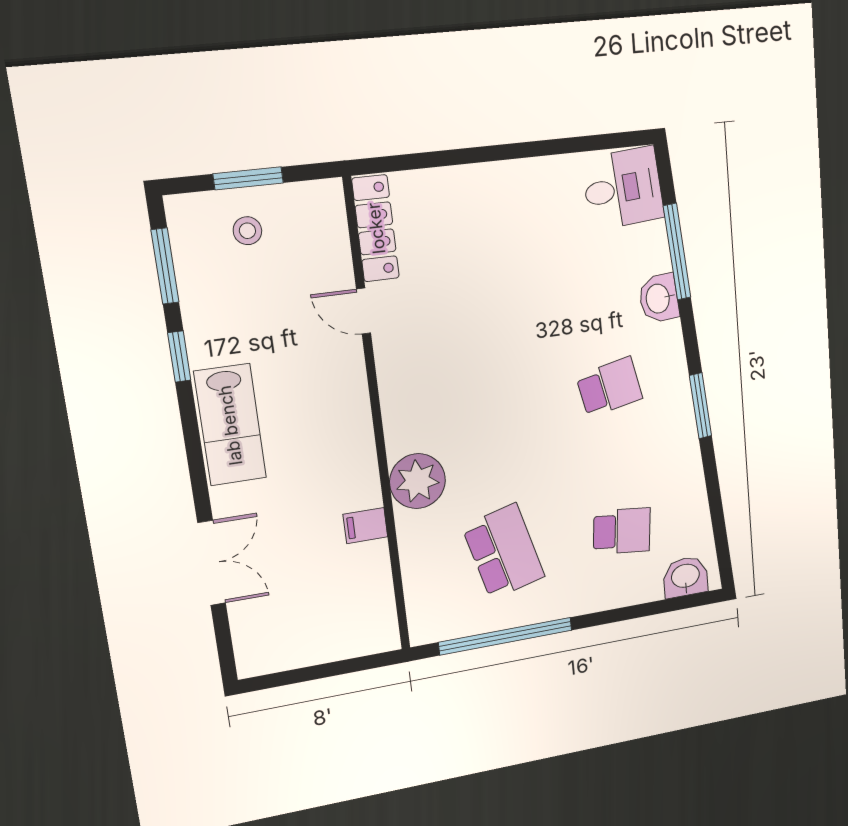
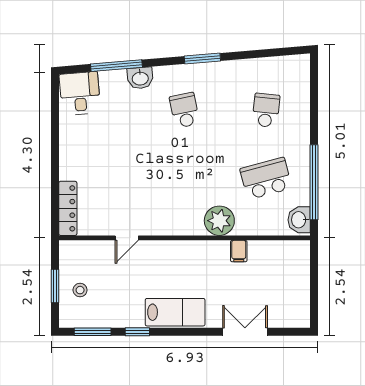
locker: (376, 228) -> (68, 208), moved, turned 90
washbasin: (685, 577) -> (299, 220), moved

